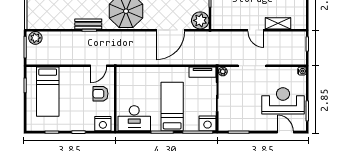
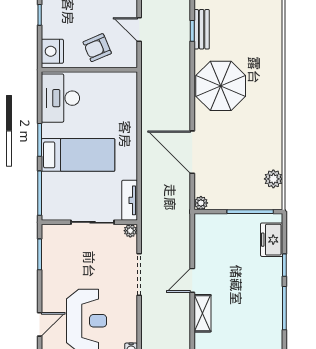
plant: (200, 20) -> (201, 203), width x0.53, depth x0.53
door: (99, 66) -> (139, 29), moved
armchair: (101, 94) -> (97, 48), turned -113
nightstand: (208, 123) -> (53, 208), removed

